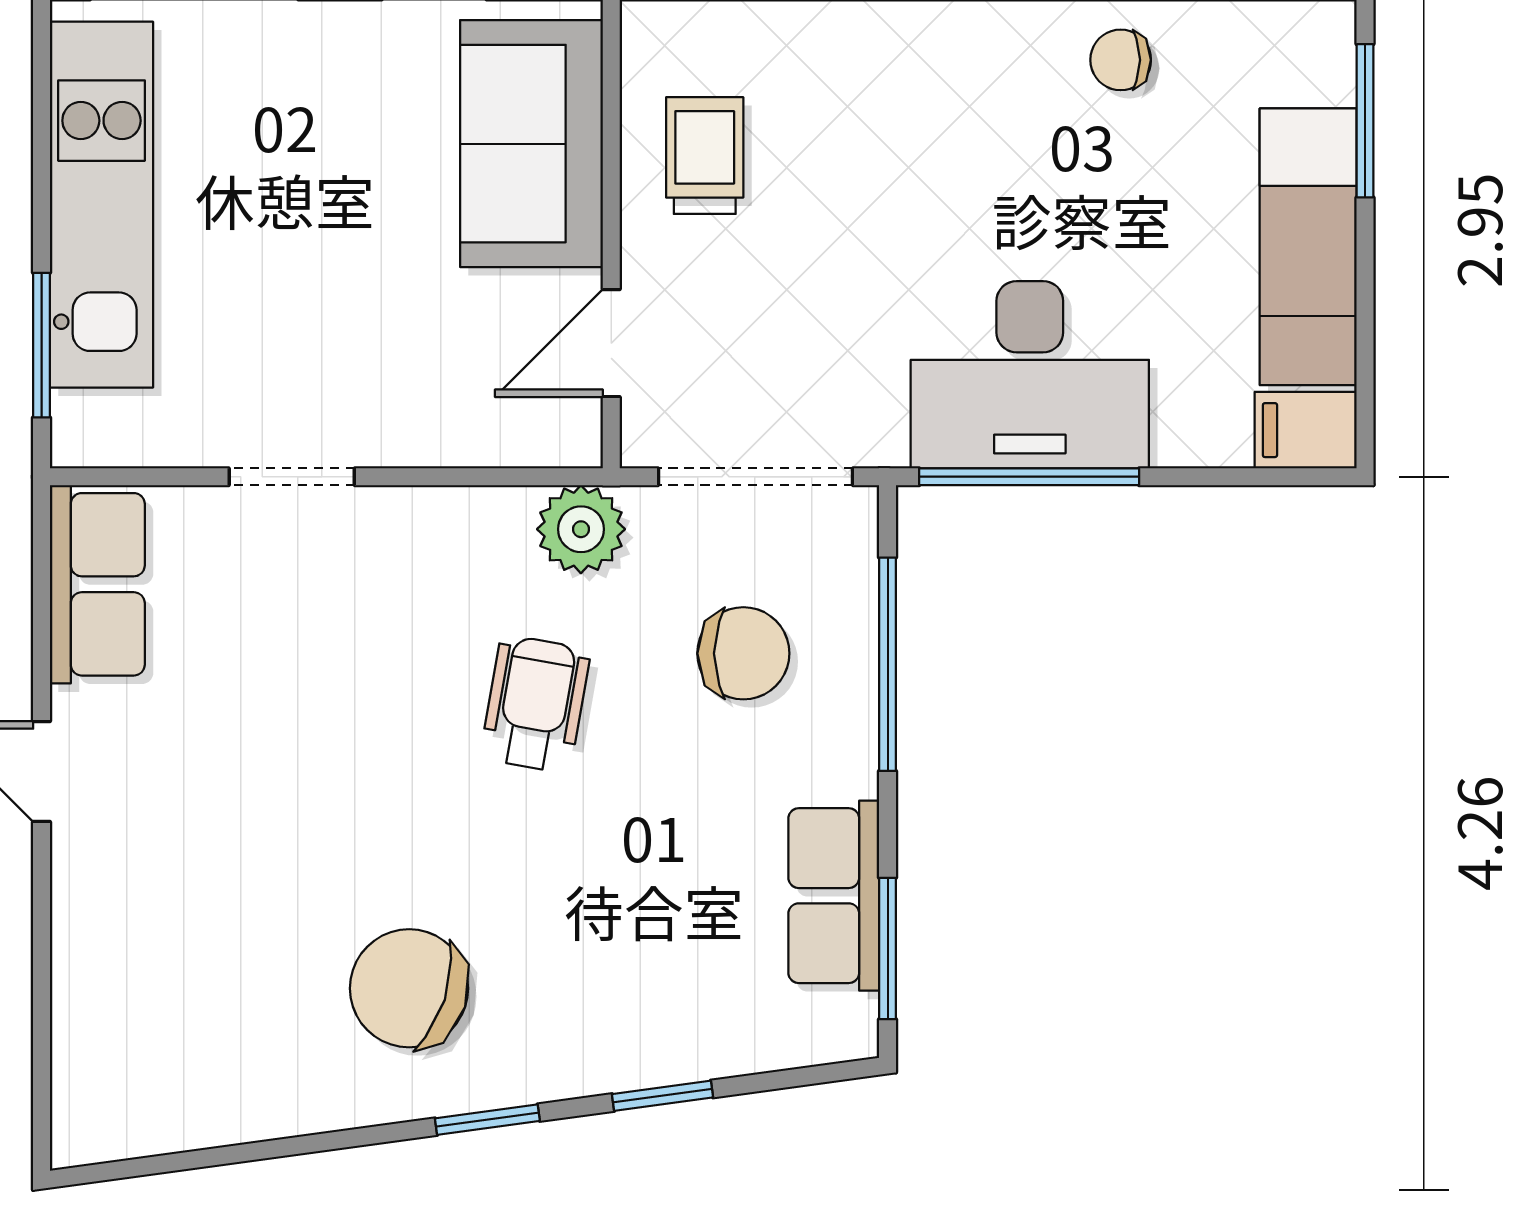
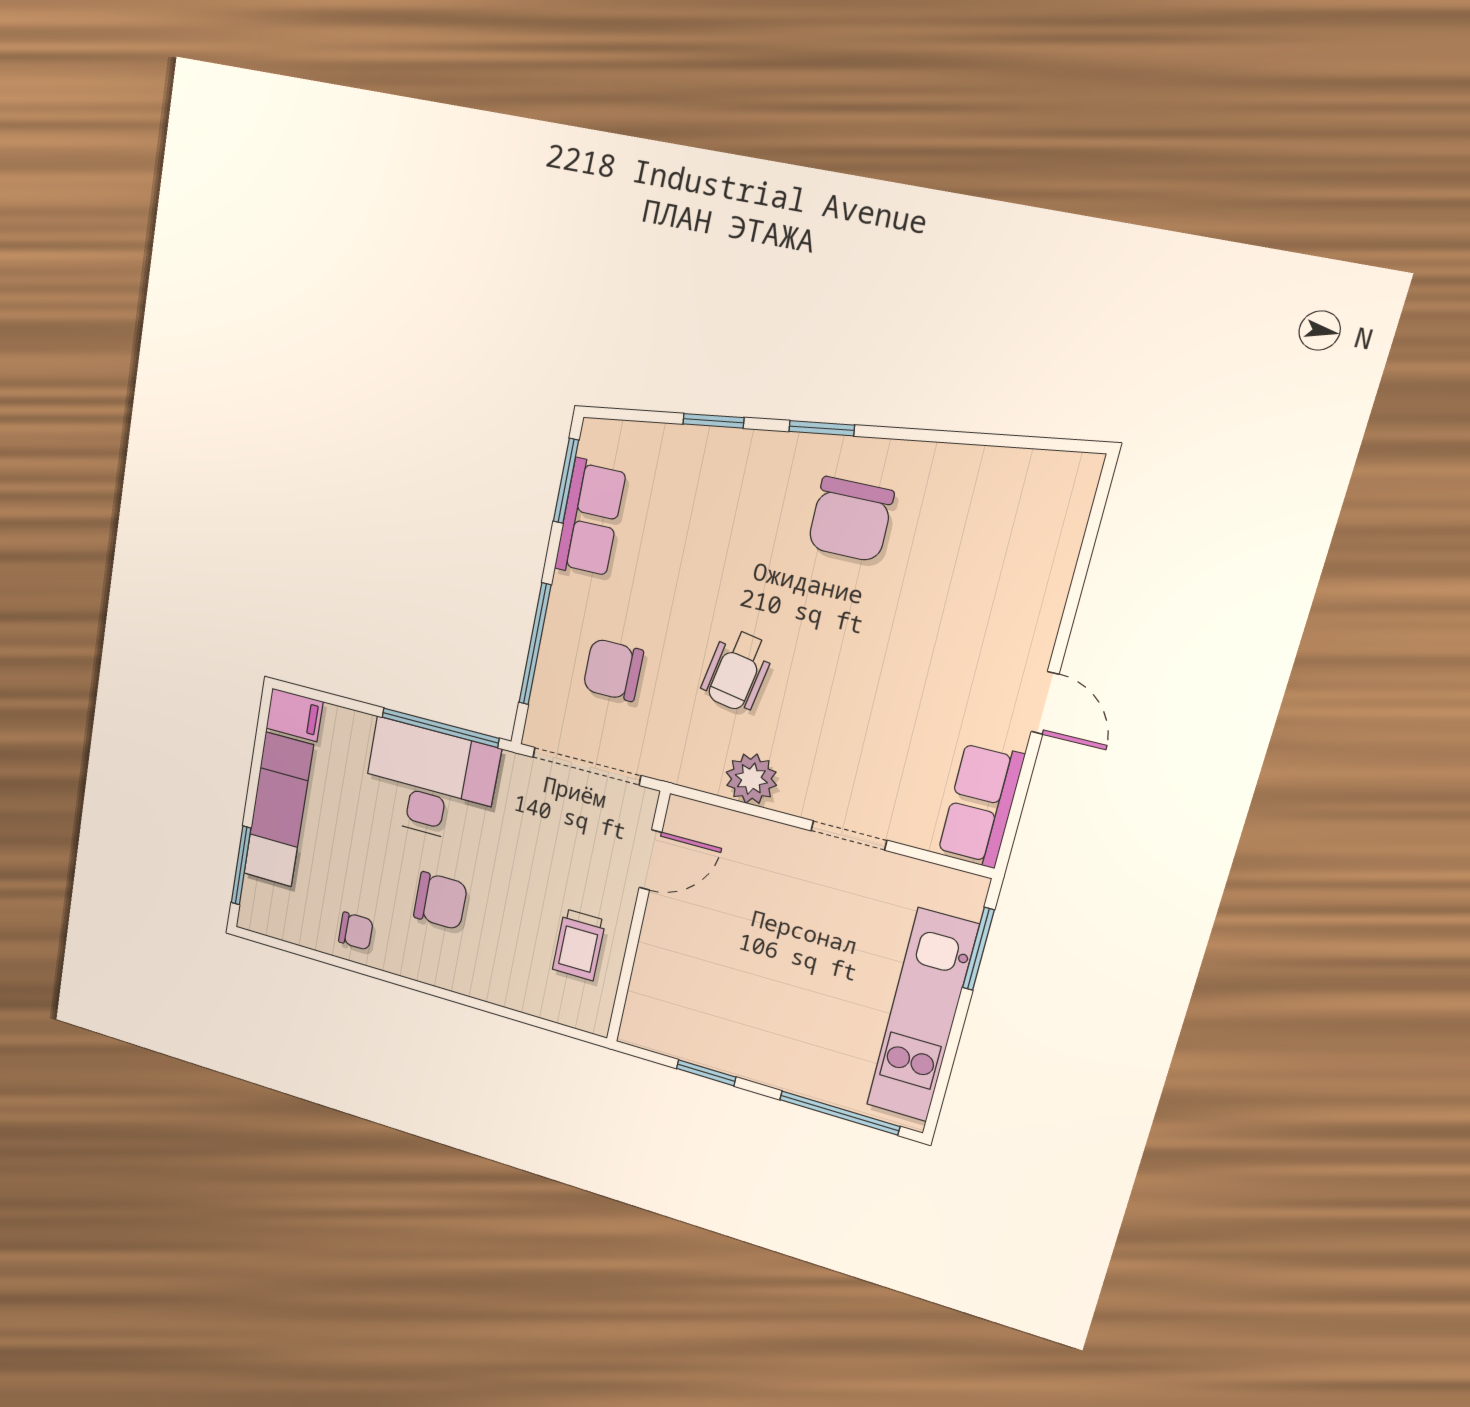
sofa: (531, 144) -> (671, 978), removed
chair: (971, 163) -> (440, 901), added
plant: (581, 529) -> (751, 779), moved
chair: (409, 988) -> (851, 519), turned 72

